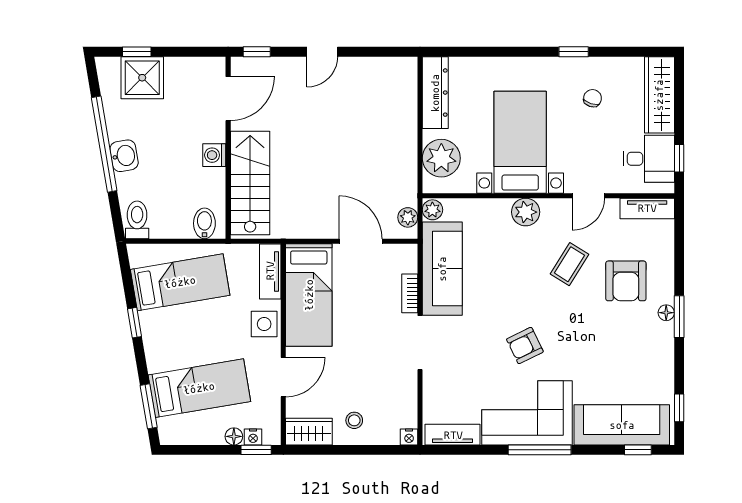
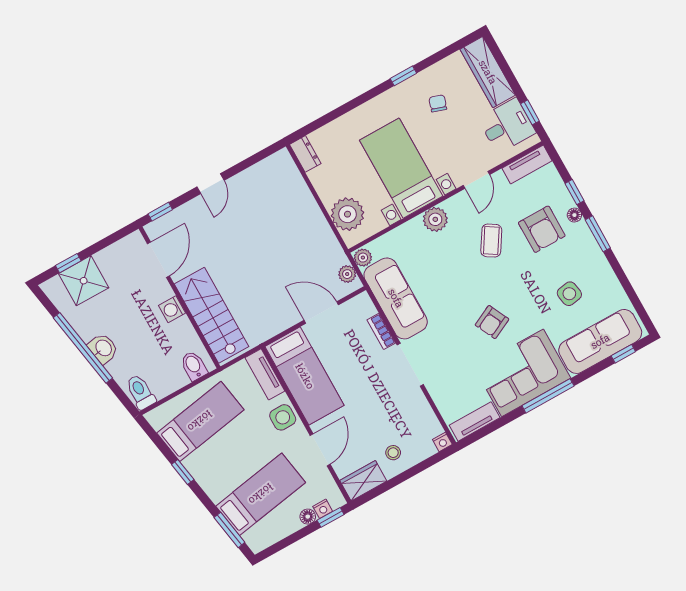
dresser: (435, 93) -> (305, 154), width x0.51, depth x0.80
floor lamp: (666, 313) -> (574, 215), moved
side table: (618, 360) -> (569, 294), added
window: (679, 408) -> (575, 192), moved

